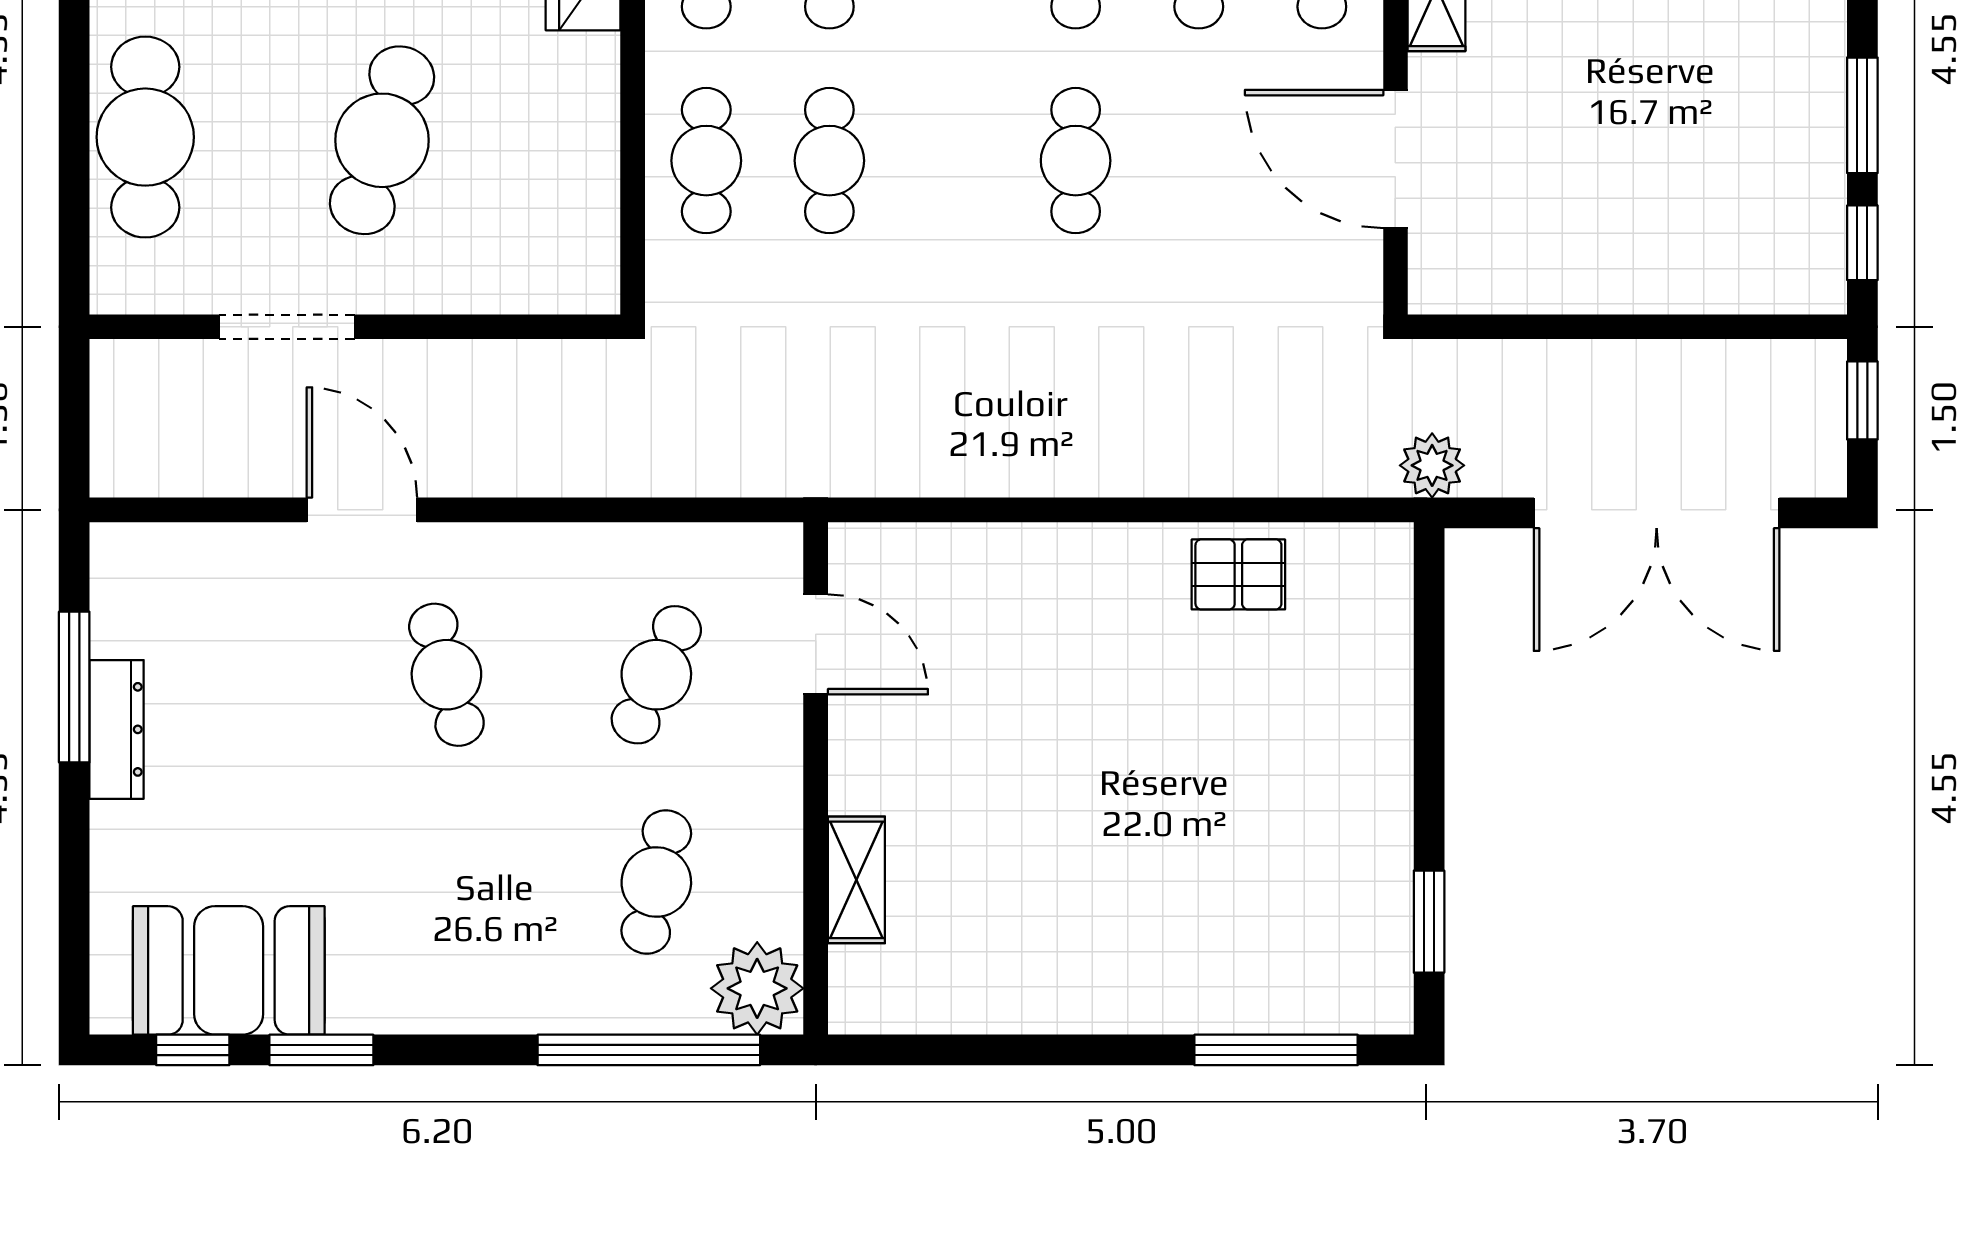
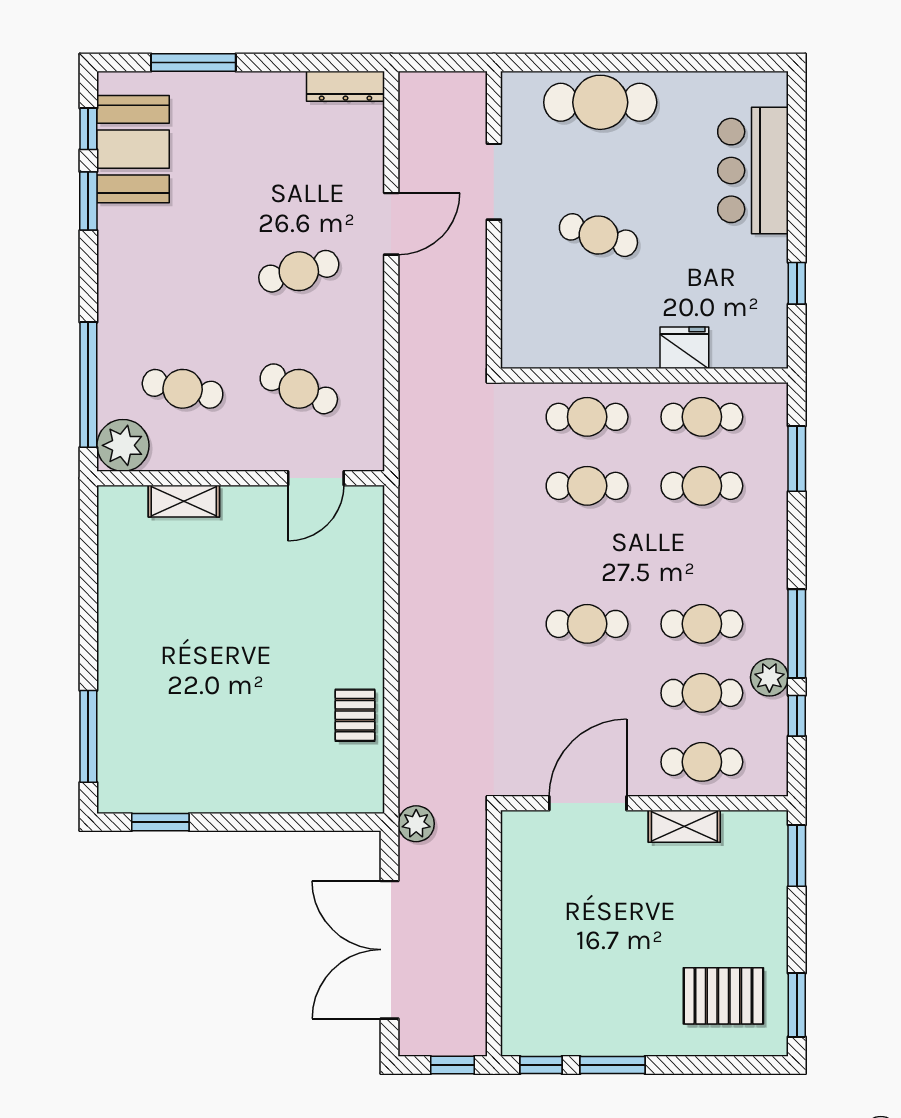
cafe table: (382, 140) -> (598, 235), width x0.73, depth x0.74
window: (74, 687) -> (193, 62), moved
dresser: (117, 729) -> (346, 86), moved

